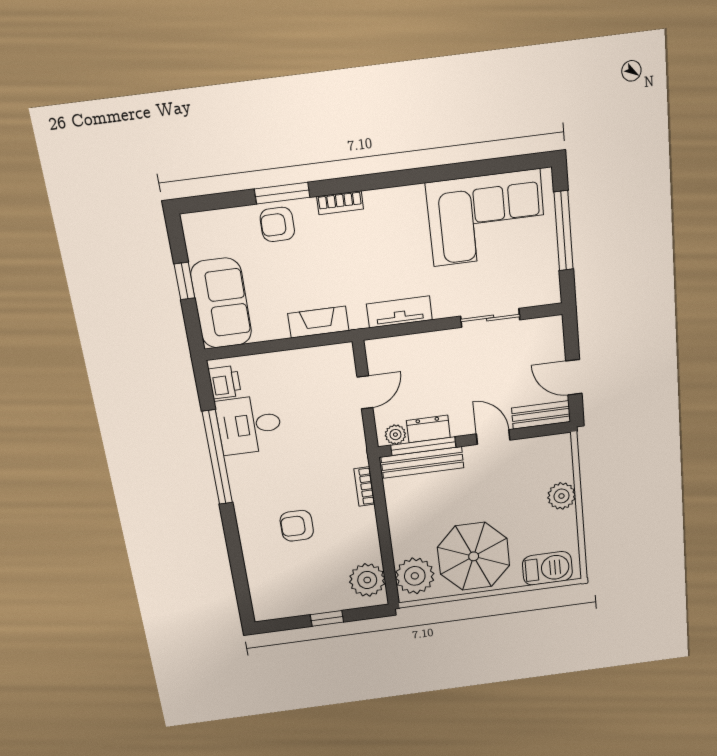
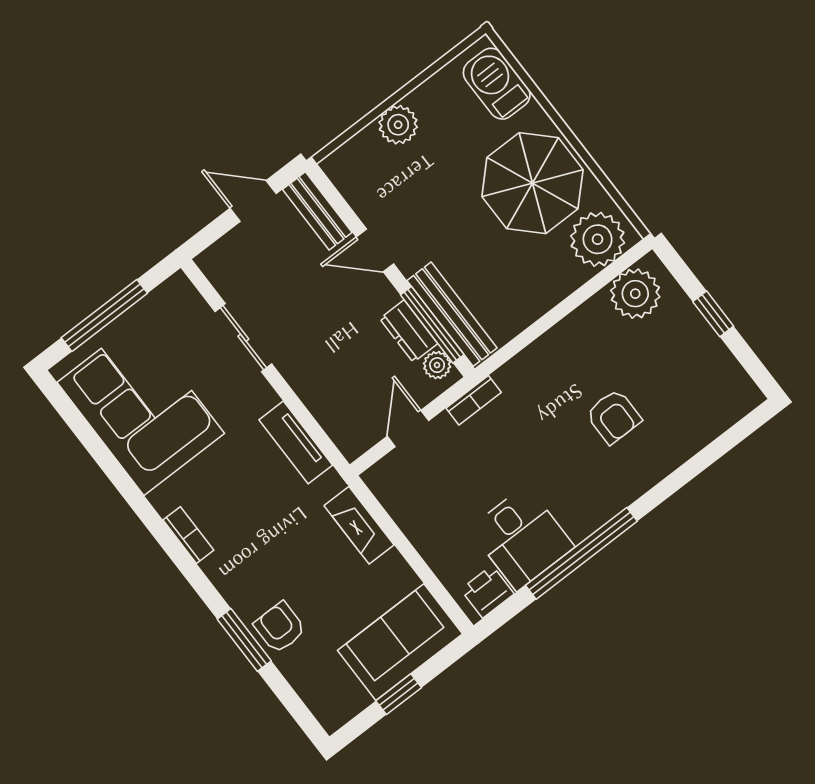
bookcase: (340, 203) -> (188, 535), moved
armchair: (277, 224) -> (280, 627), turned 180
door: (574, 377) -> (253, 201), swing flipped
door: (365, 392) -> (408, 428), hinge flipped
door: (493, 437) -> (375, 250), hinge flipped
bookcase: (364, 487) -> (474, 400), moved

